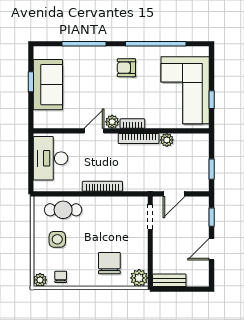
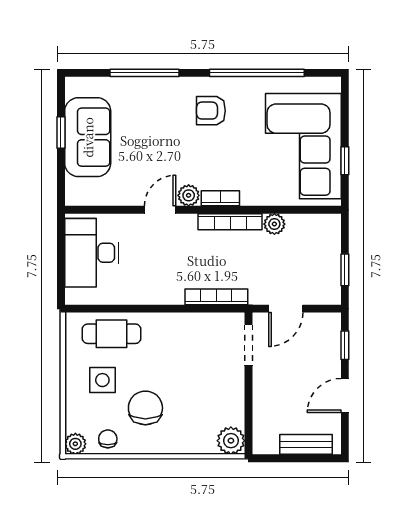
bookcase: (102, 186) -> (216, 297), moved
chair: (109, 263) -> (145, 408), moved
bench: (169, 280) -> (306, 444), moved

